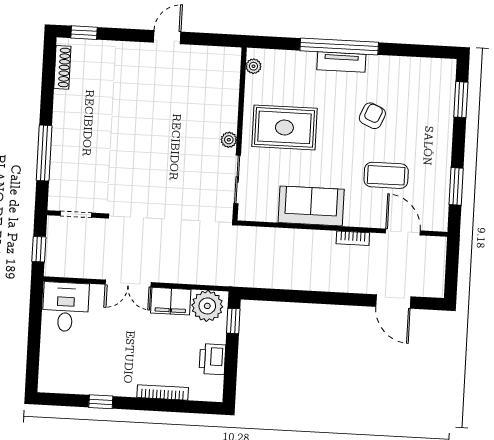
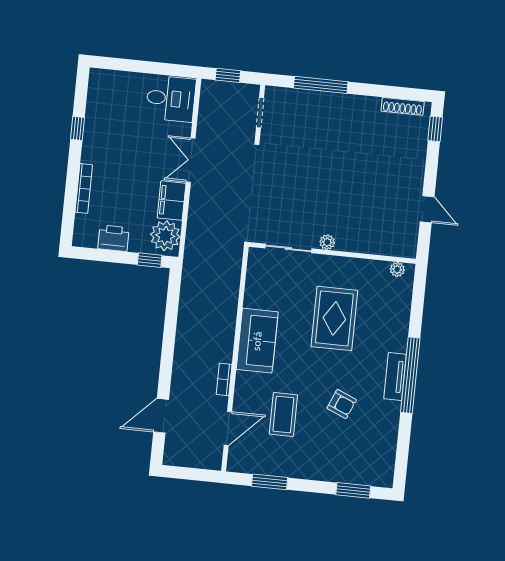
plant: (253, 66) -> (397, 269), moved
wall: (240, 134) -> (332, 253), moved
plant: (229, 140) -> (327, 242), moved
sliding door: (237, 179) -> (288, 248), moved

